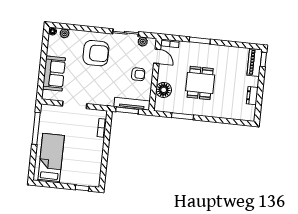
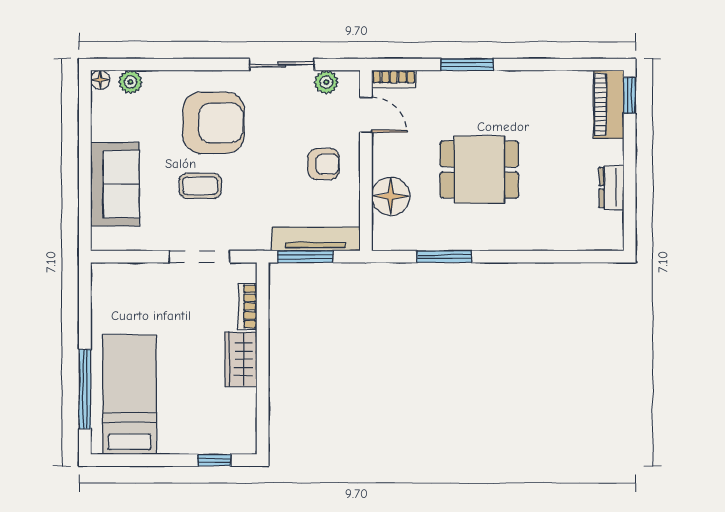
coffee table: (88, 78) -> (200, 186), added
dining table: (200, 83) -> (479, 169), turned 90
doorway: (75, 105) -> (199, 257), moved
window: (36, 128) -> (85, 389), moved
wardrobe: (97, 149) -> (241, 359), added

